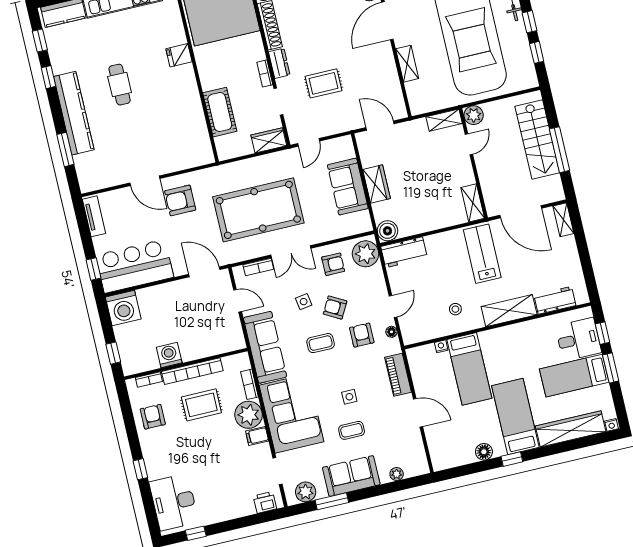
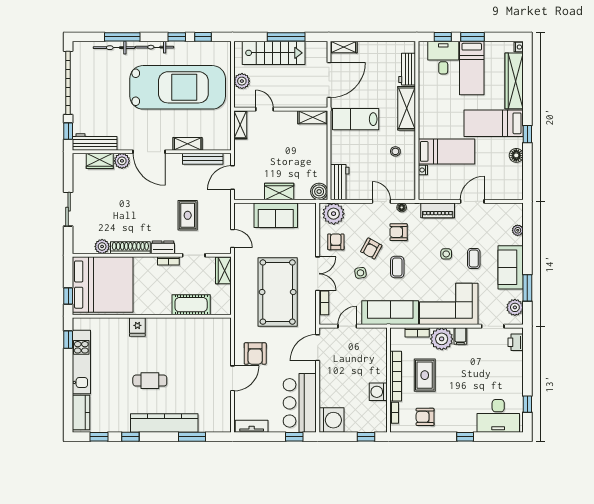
bench: (394, 86) -> (203, 159), added
plant: (474, 115) -> (242, 81), moved

